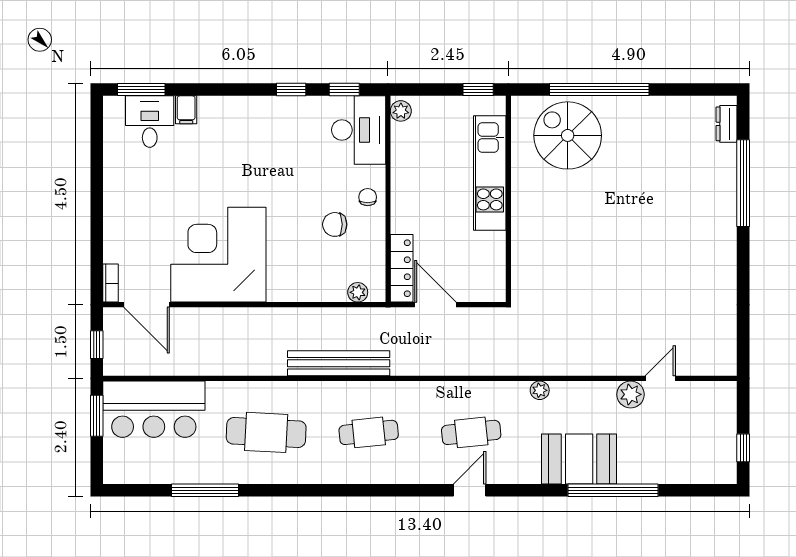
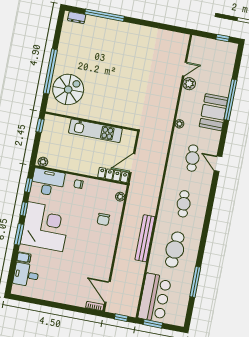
window: (141, 90) -> (19, 234), moved
spiral stairs: (568, 135) -> (68, 89), turned 180
kitchen unit: (490, 173) -> (95, 131), moved
chair: (335, 224) -> (103, 219), moved
corner desk: (218, 255) -> (45, 227), moved, turned 180
door: (146, 305) -> (107, 292), swing flipped
bench: (339, 363) -> (145, 238), moved
door: (660, 378) -> (185, 69), swing flipped

